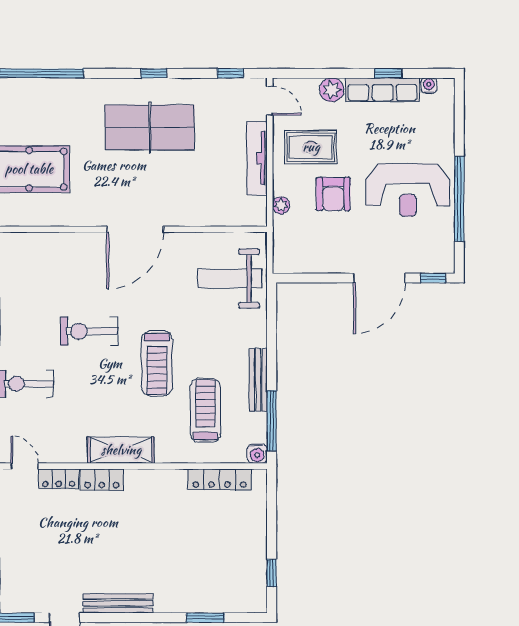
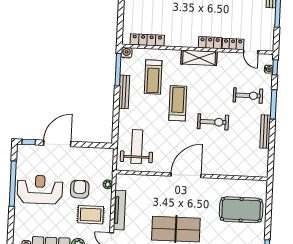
weight bench: (230, 279) -> (137, 147), turned -90

